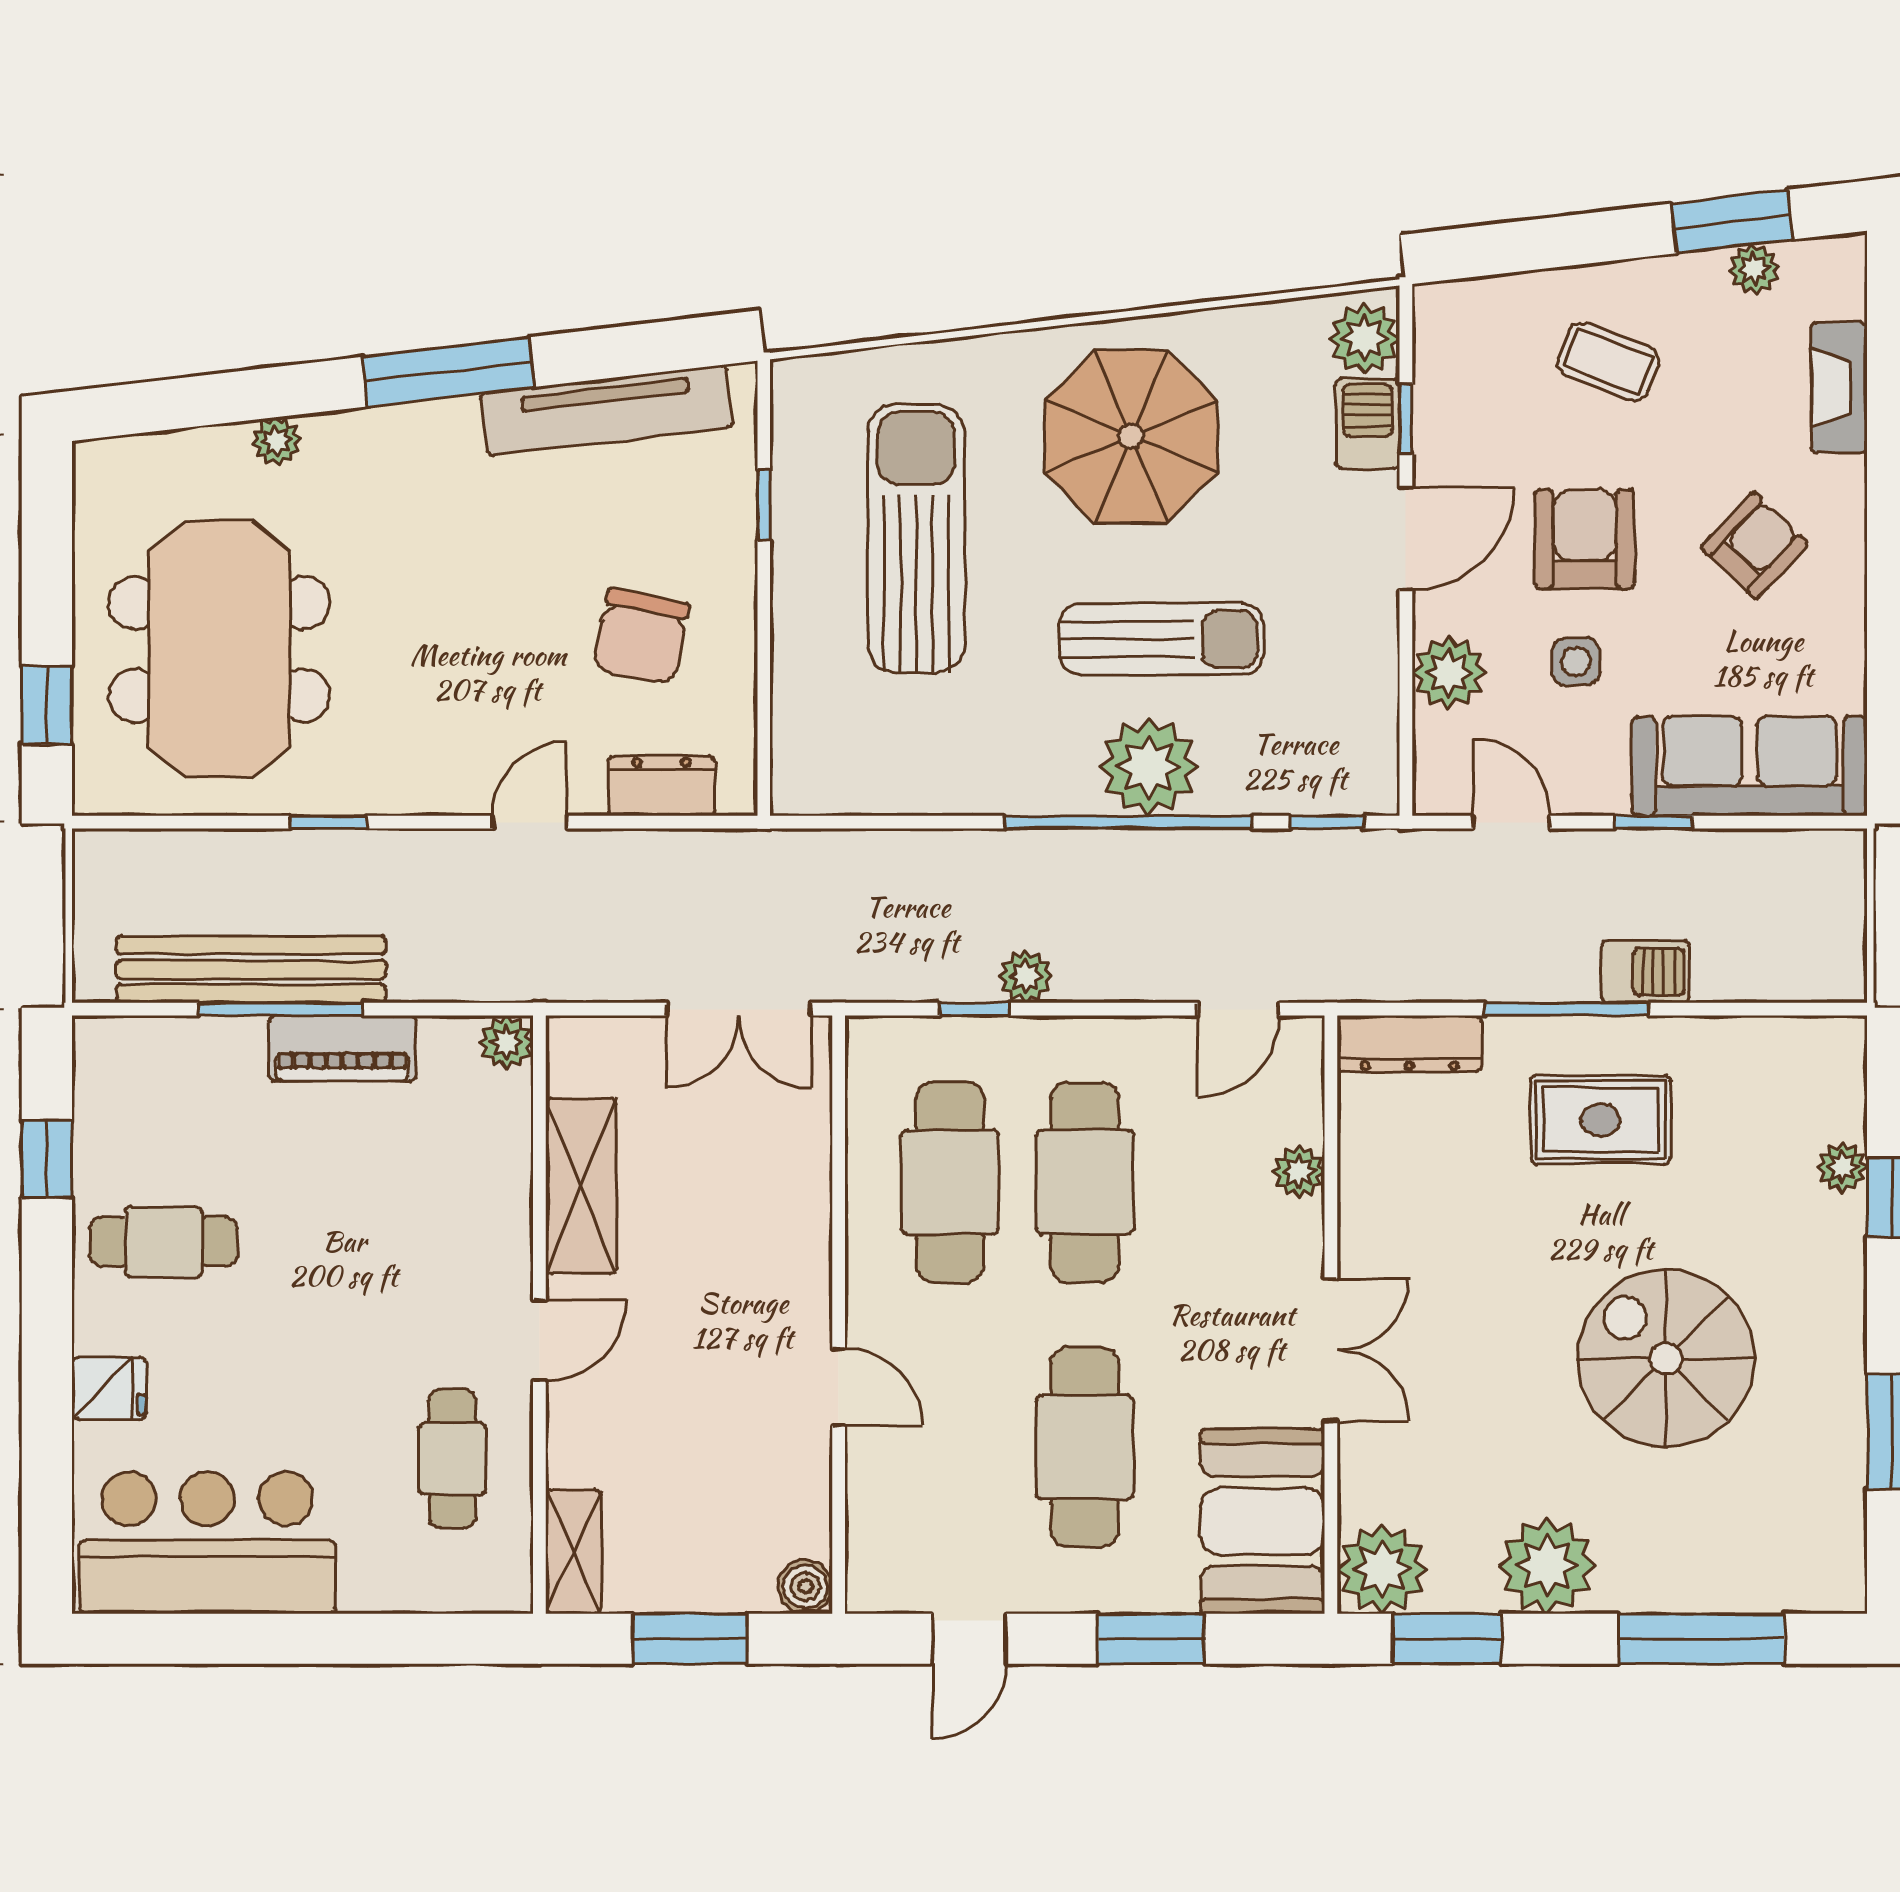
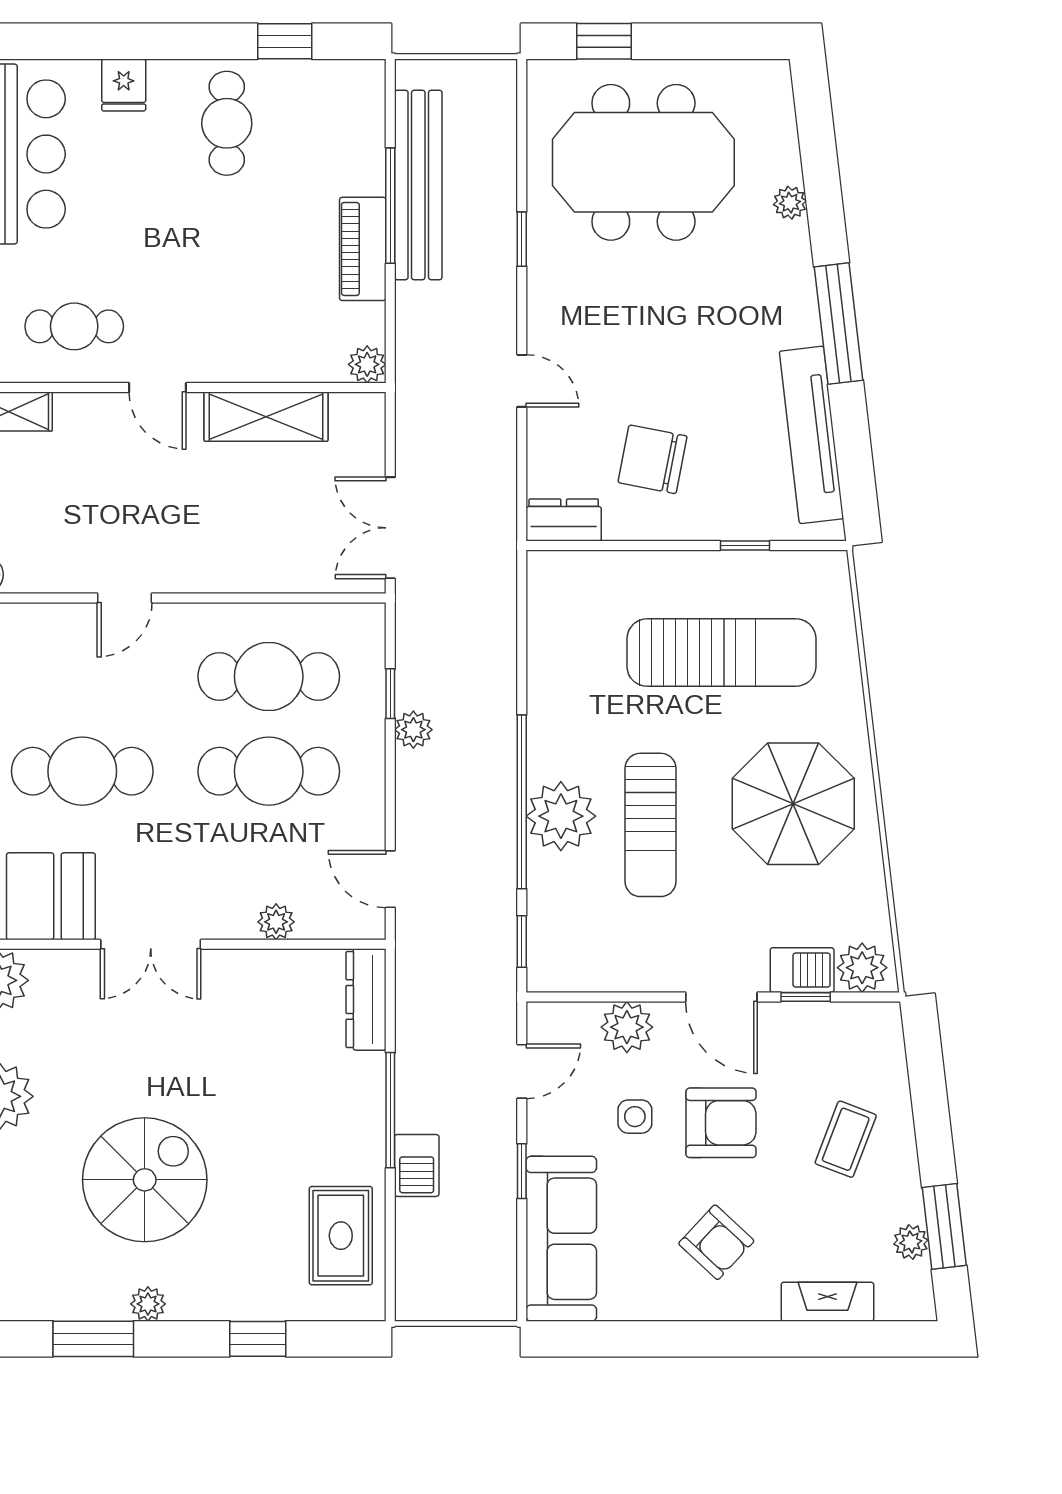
dresser: (661, 786) -> (564, 520), moved, turned -90
rug: (1601, 1120) -> (341, 1236), moved
plant: (1842, 1167) -> (148, 1304), moved

